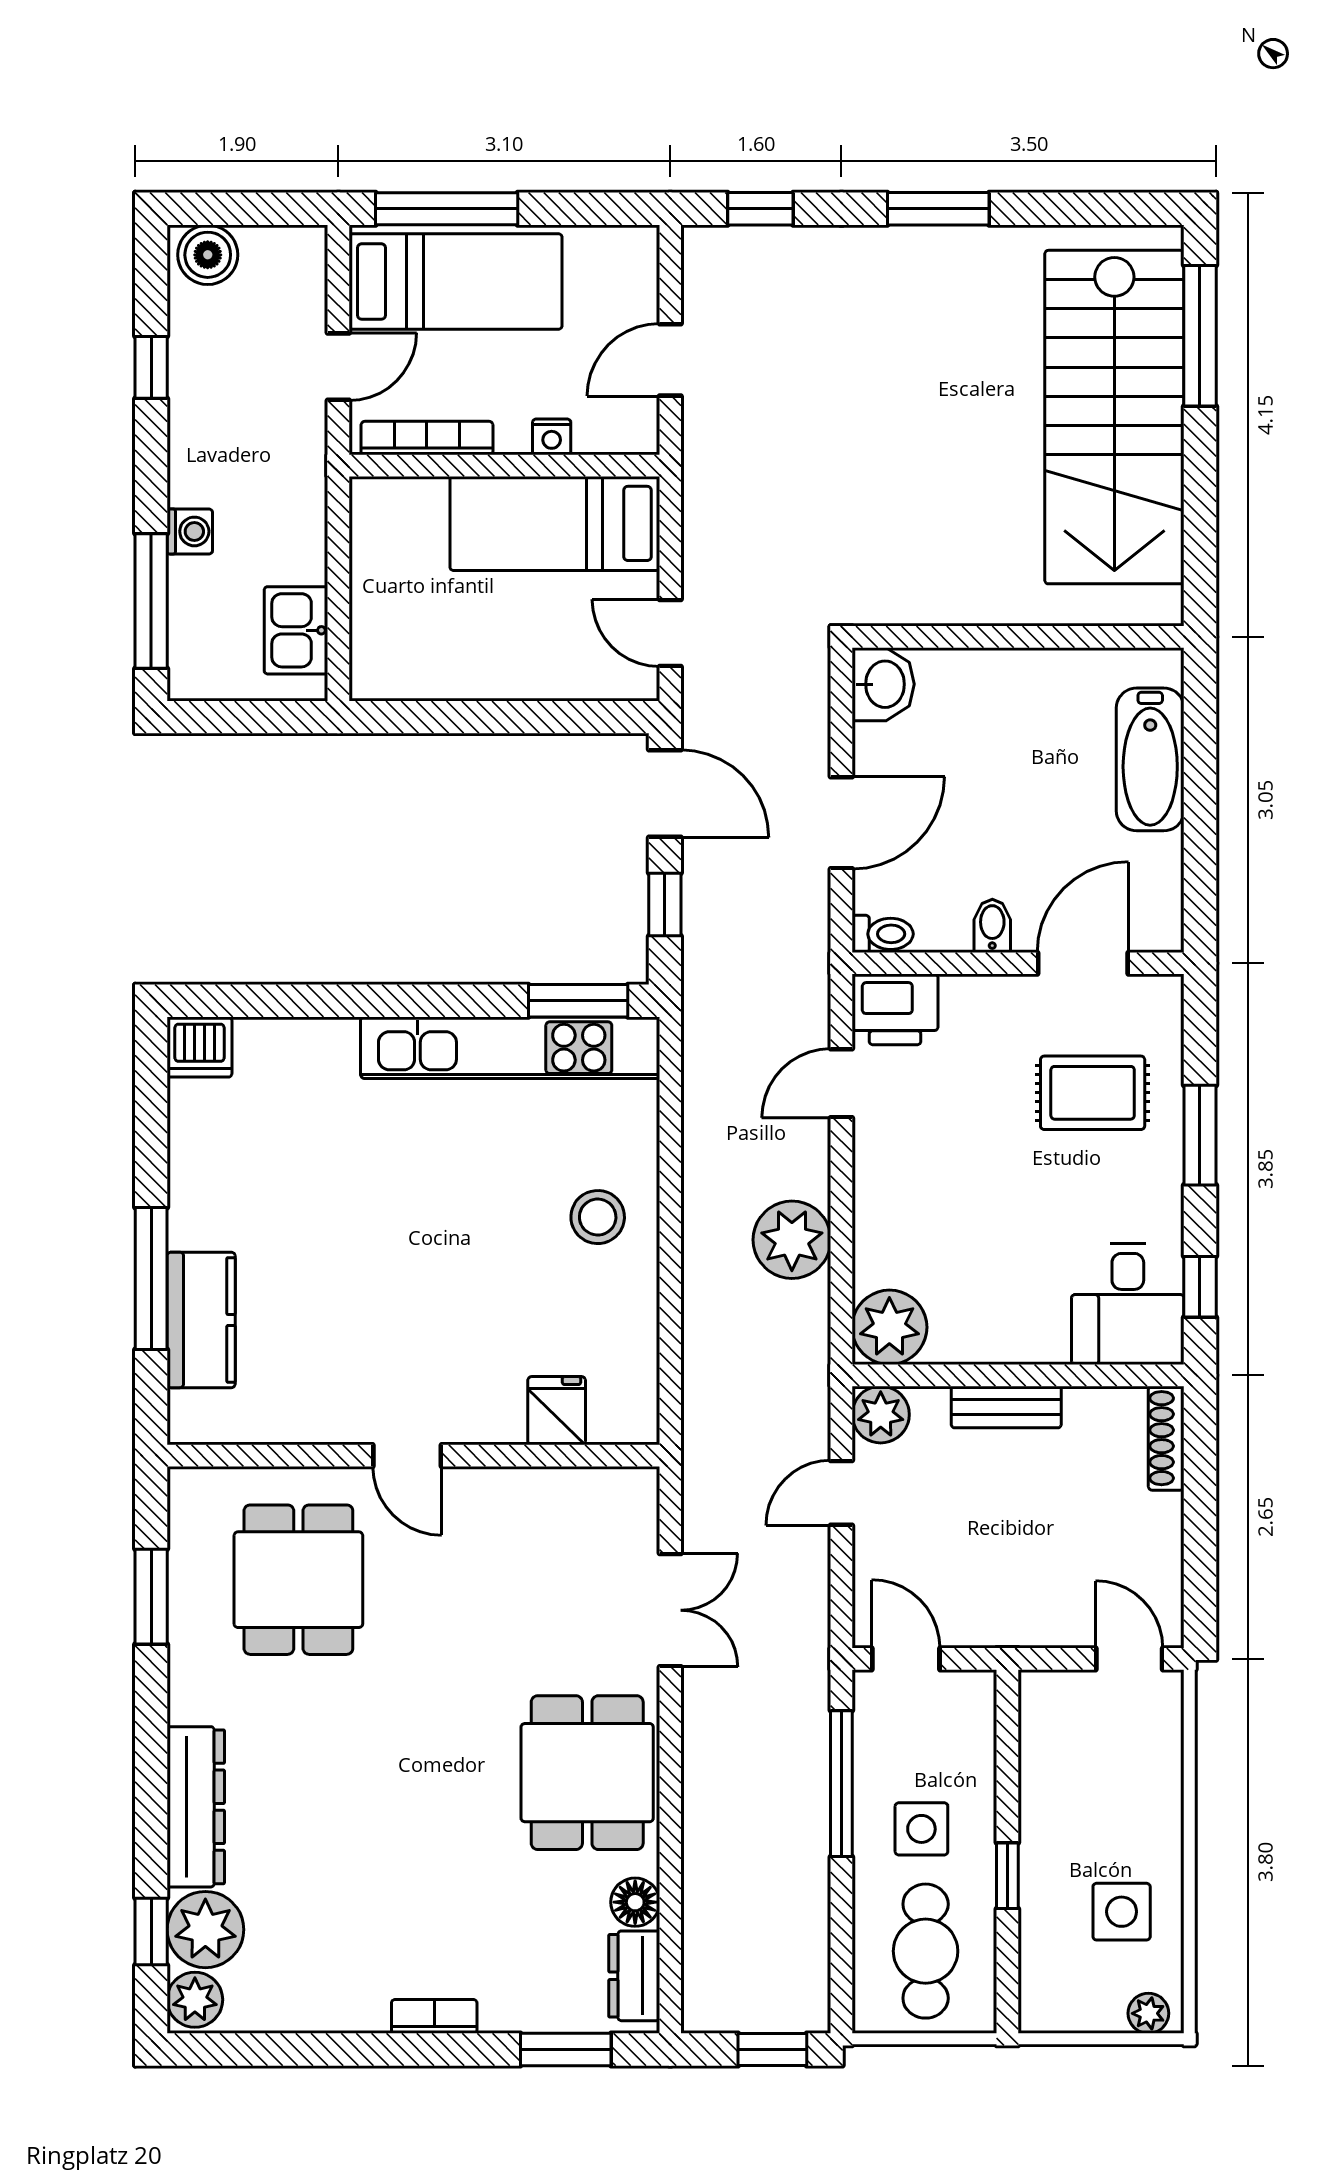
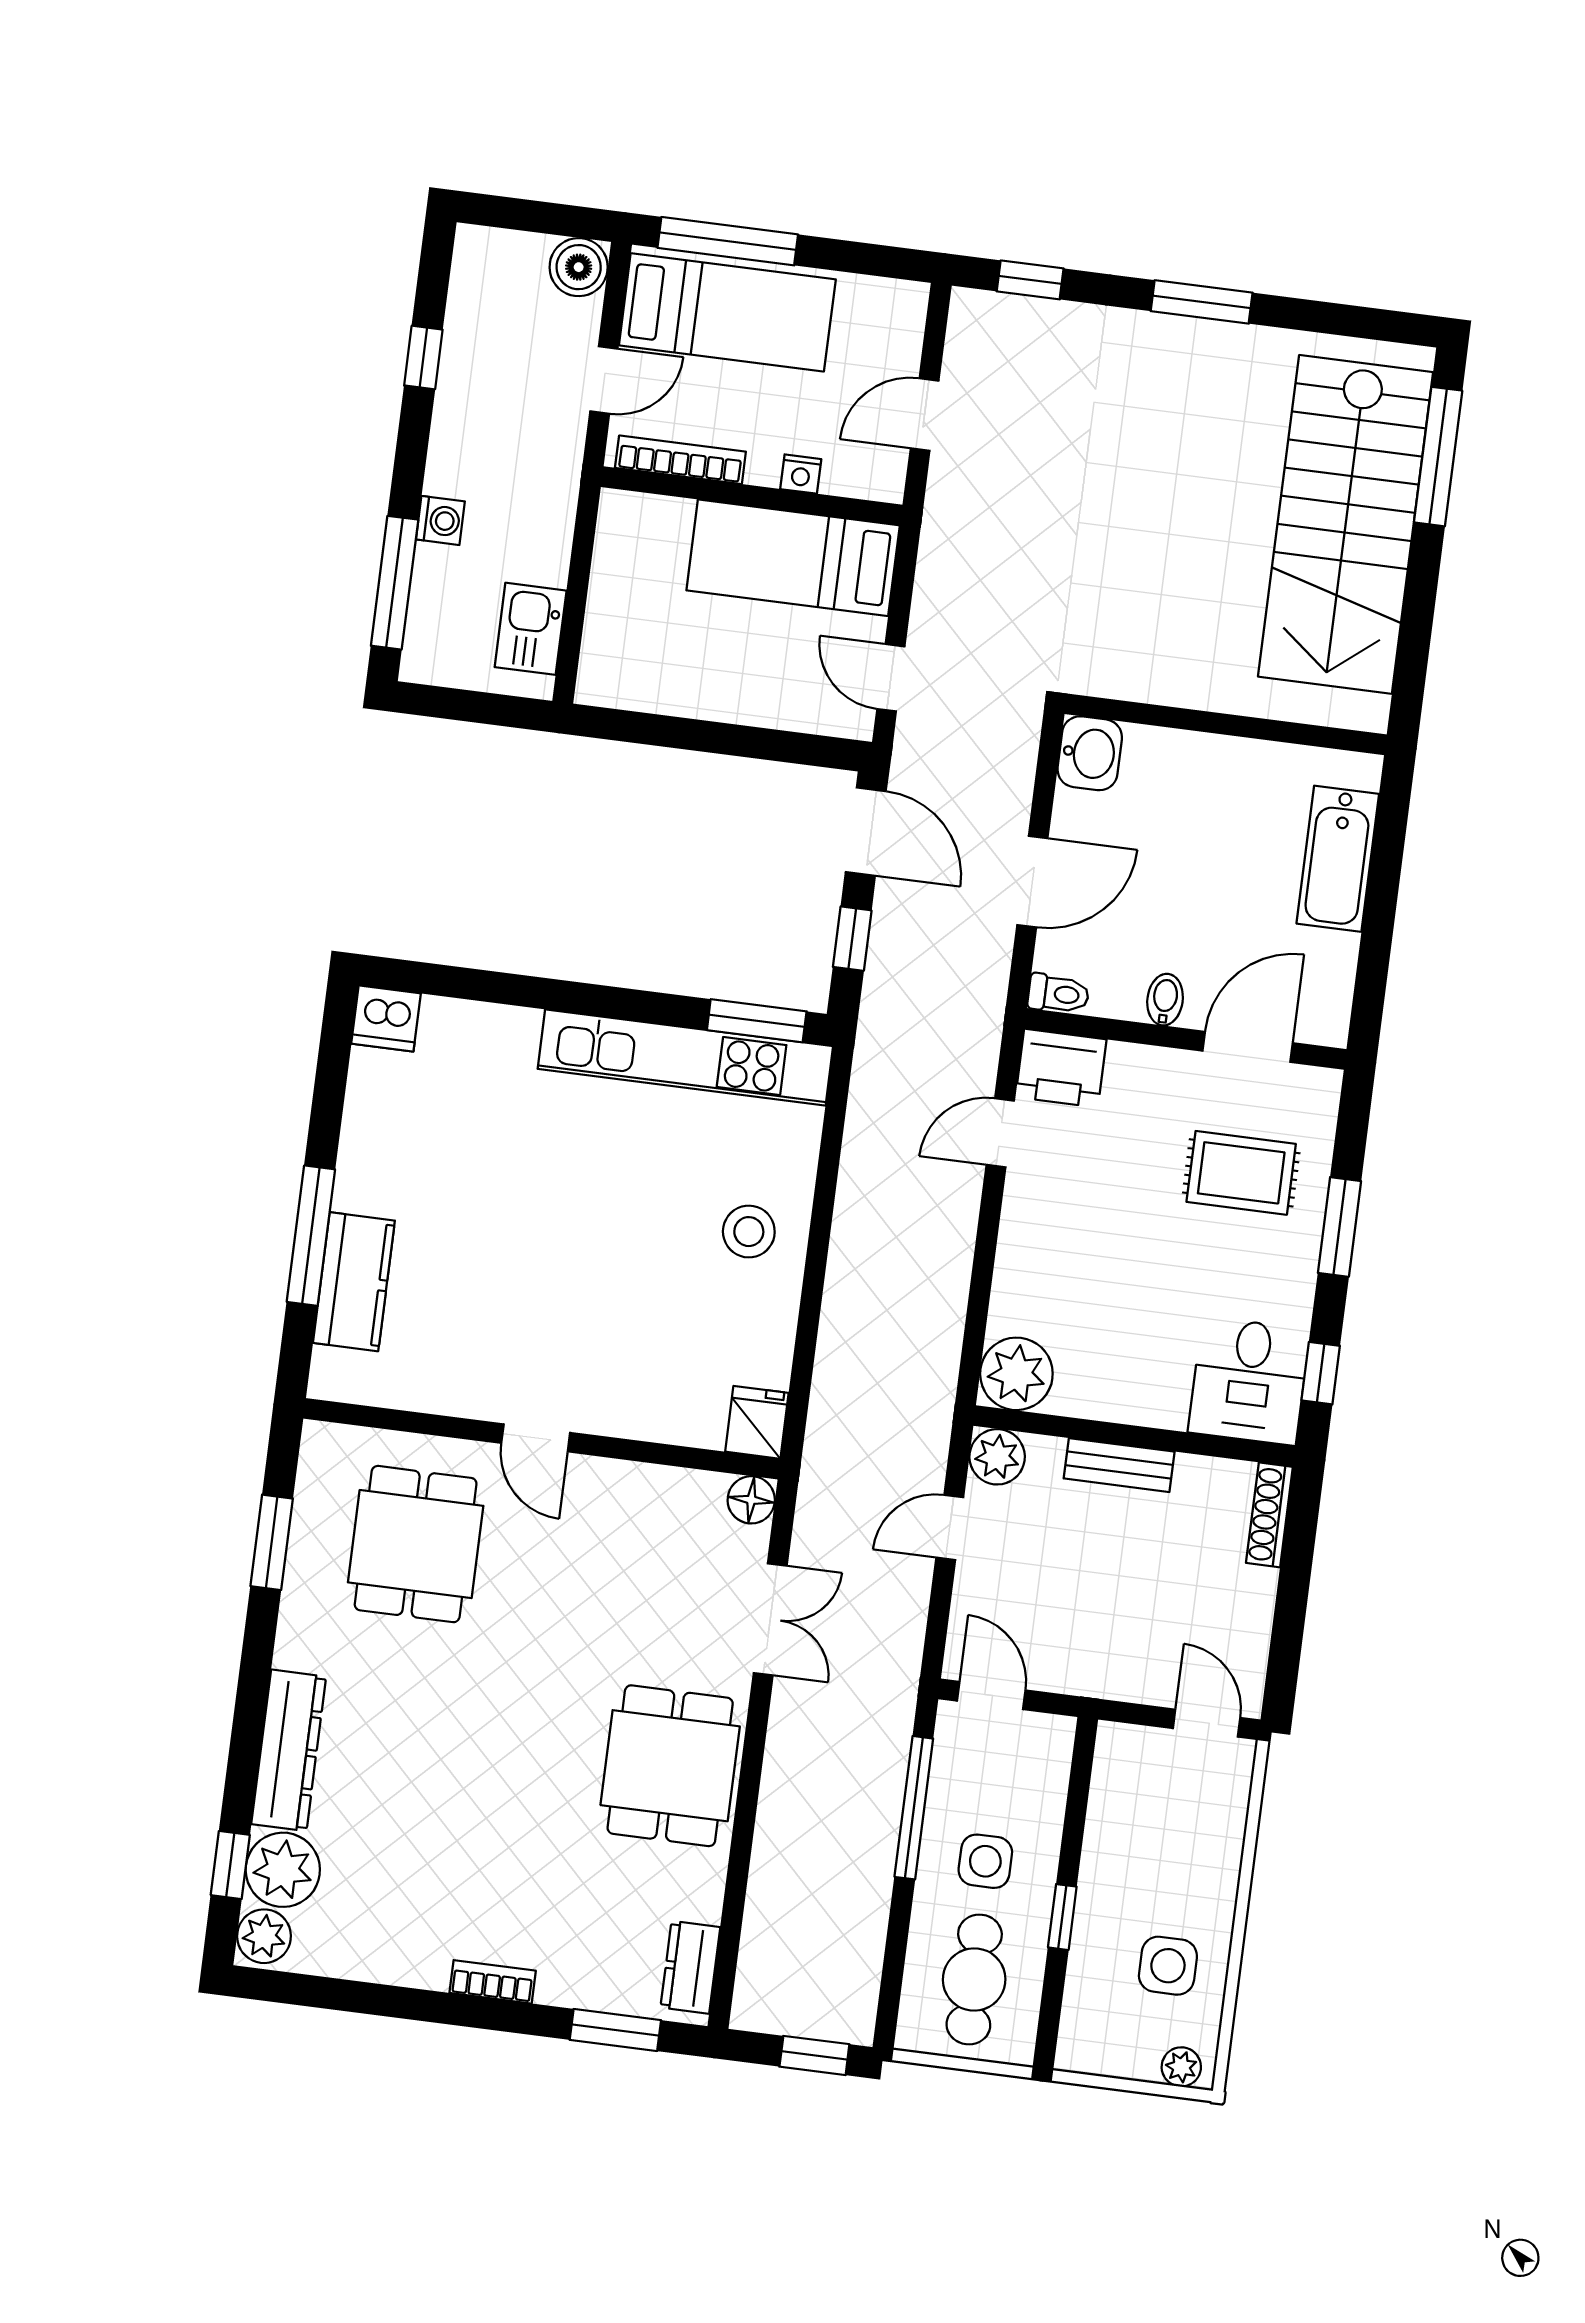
boiler: (208, 255) -> (579, 267), moved
plant: (792, 1240) -> (933, 1277), removed
fridge: (557, 1411) -> (757, 1422), moved
floor lamp: (635, 1902) -> (751, 1500), moved

